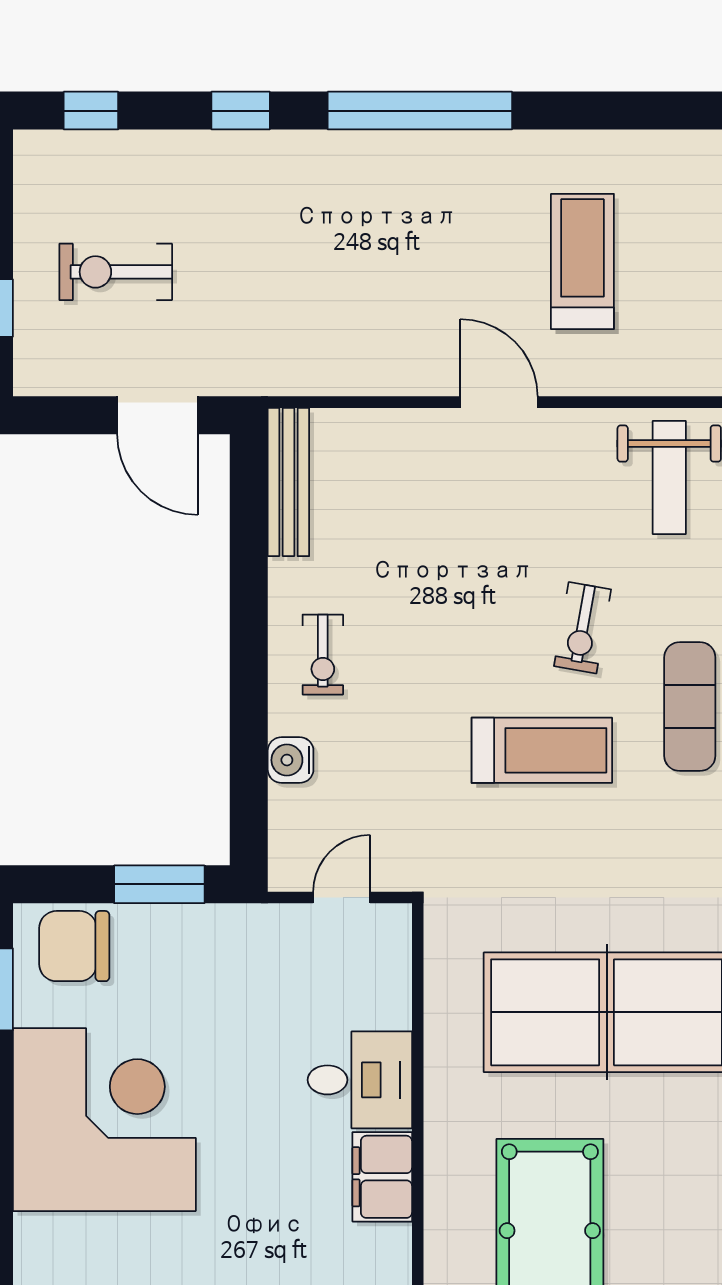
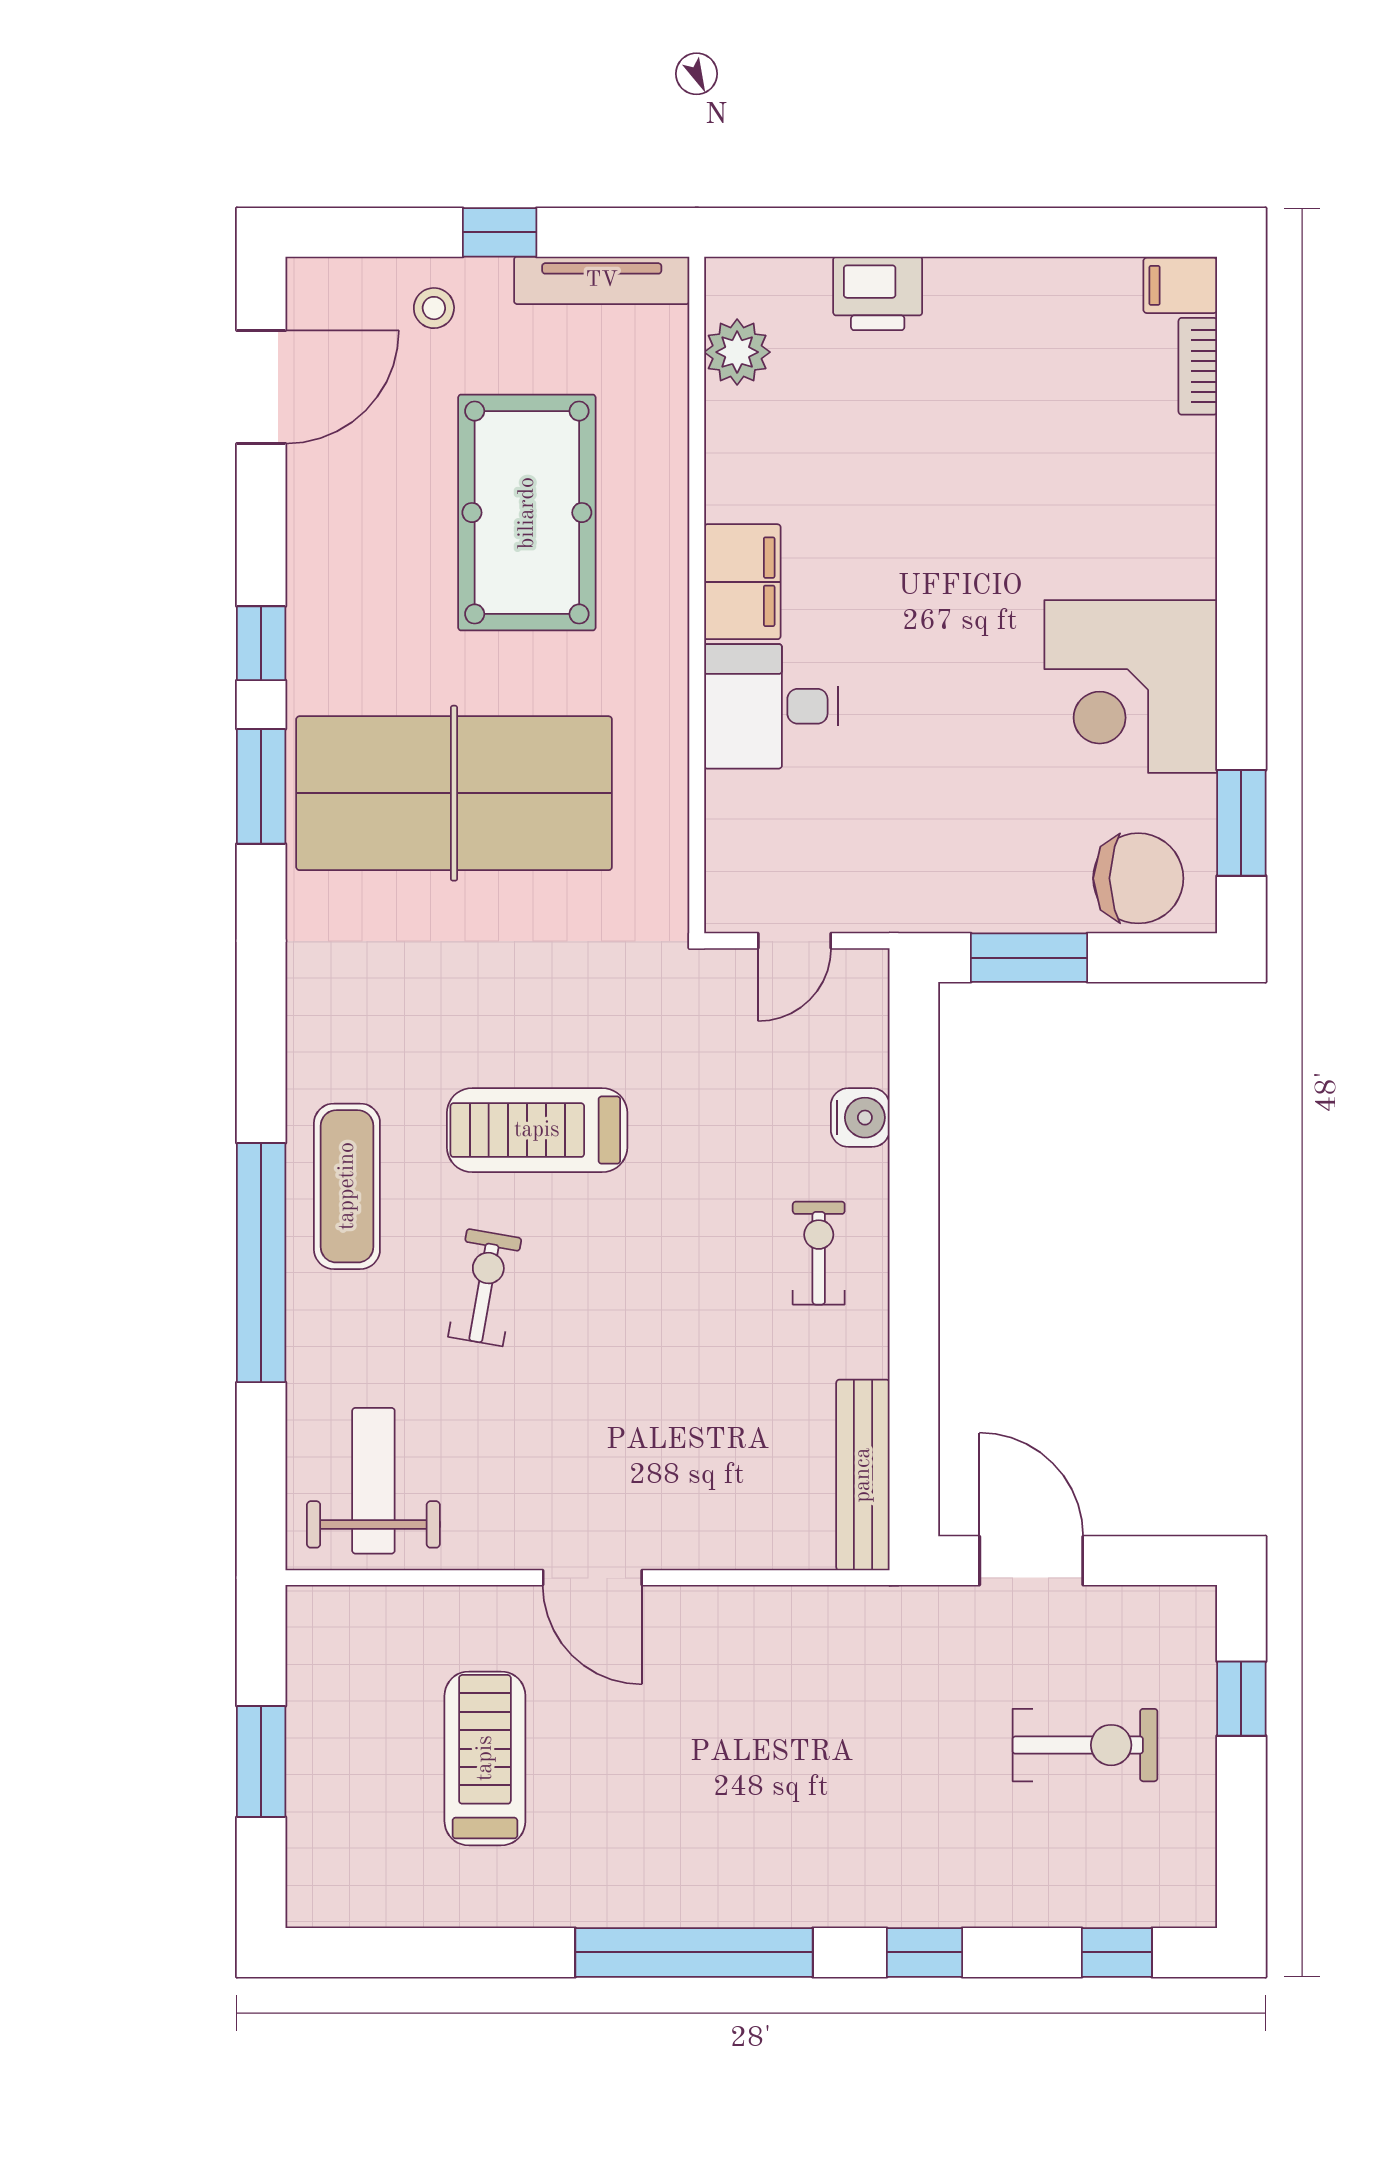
treadmill: (582, 261) -> (485, 1758), turned 180
corner desk: (104, 1120) -> (1131, 686), width x0.74, depth x0.74

